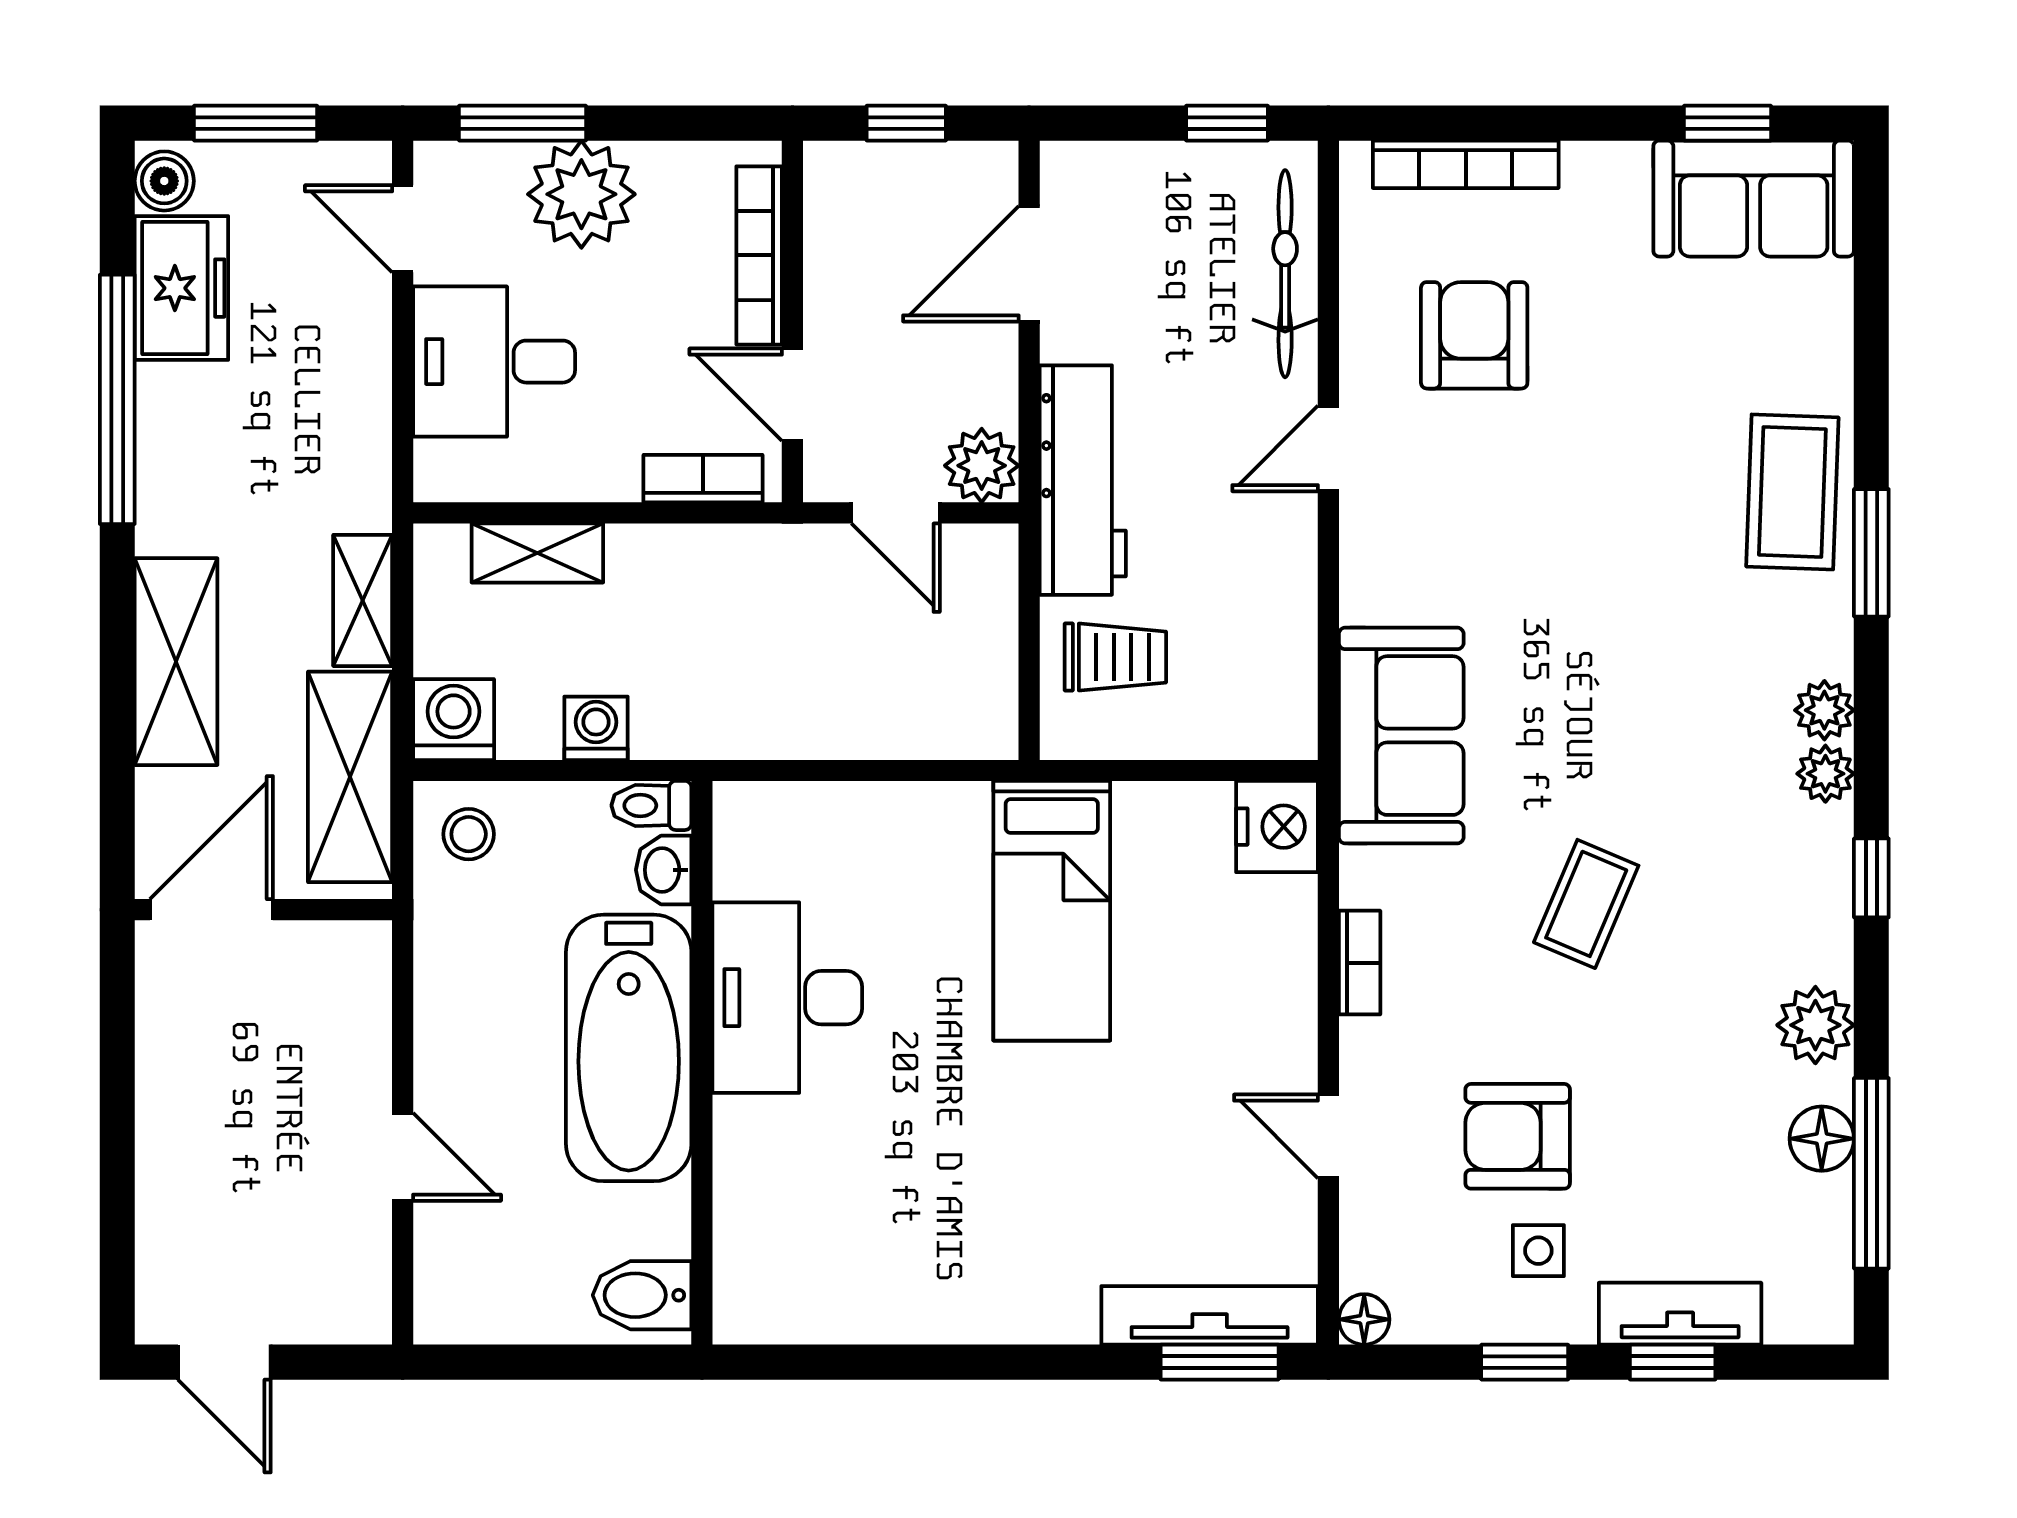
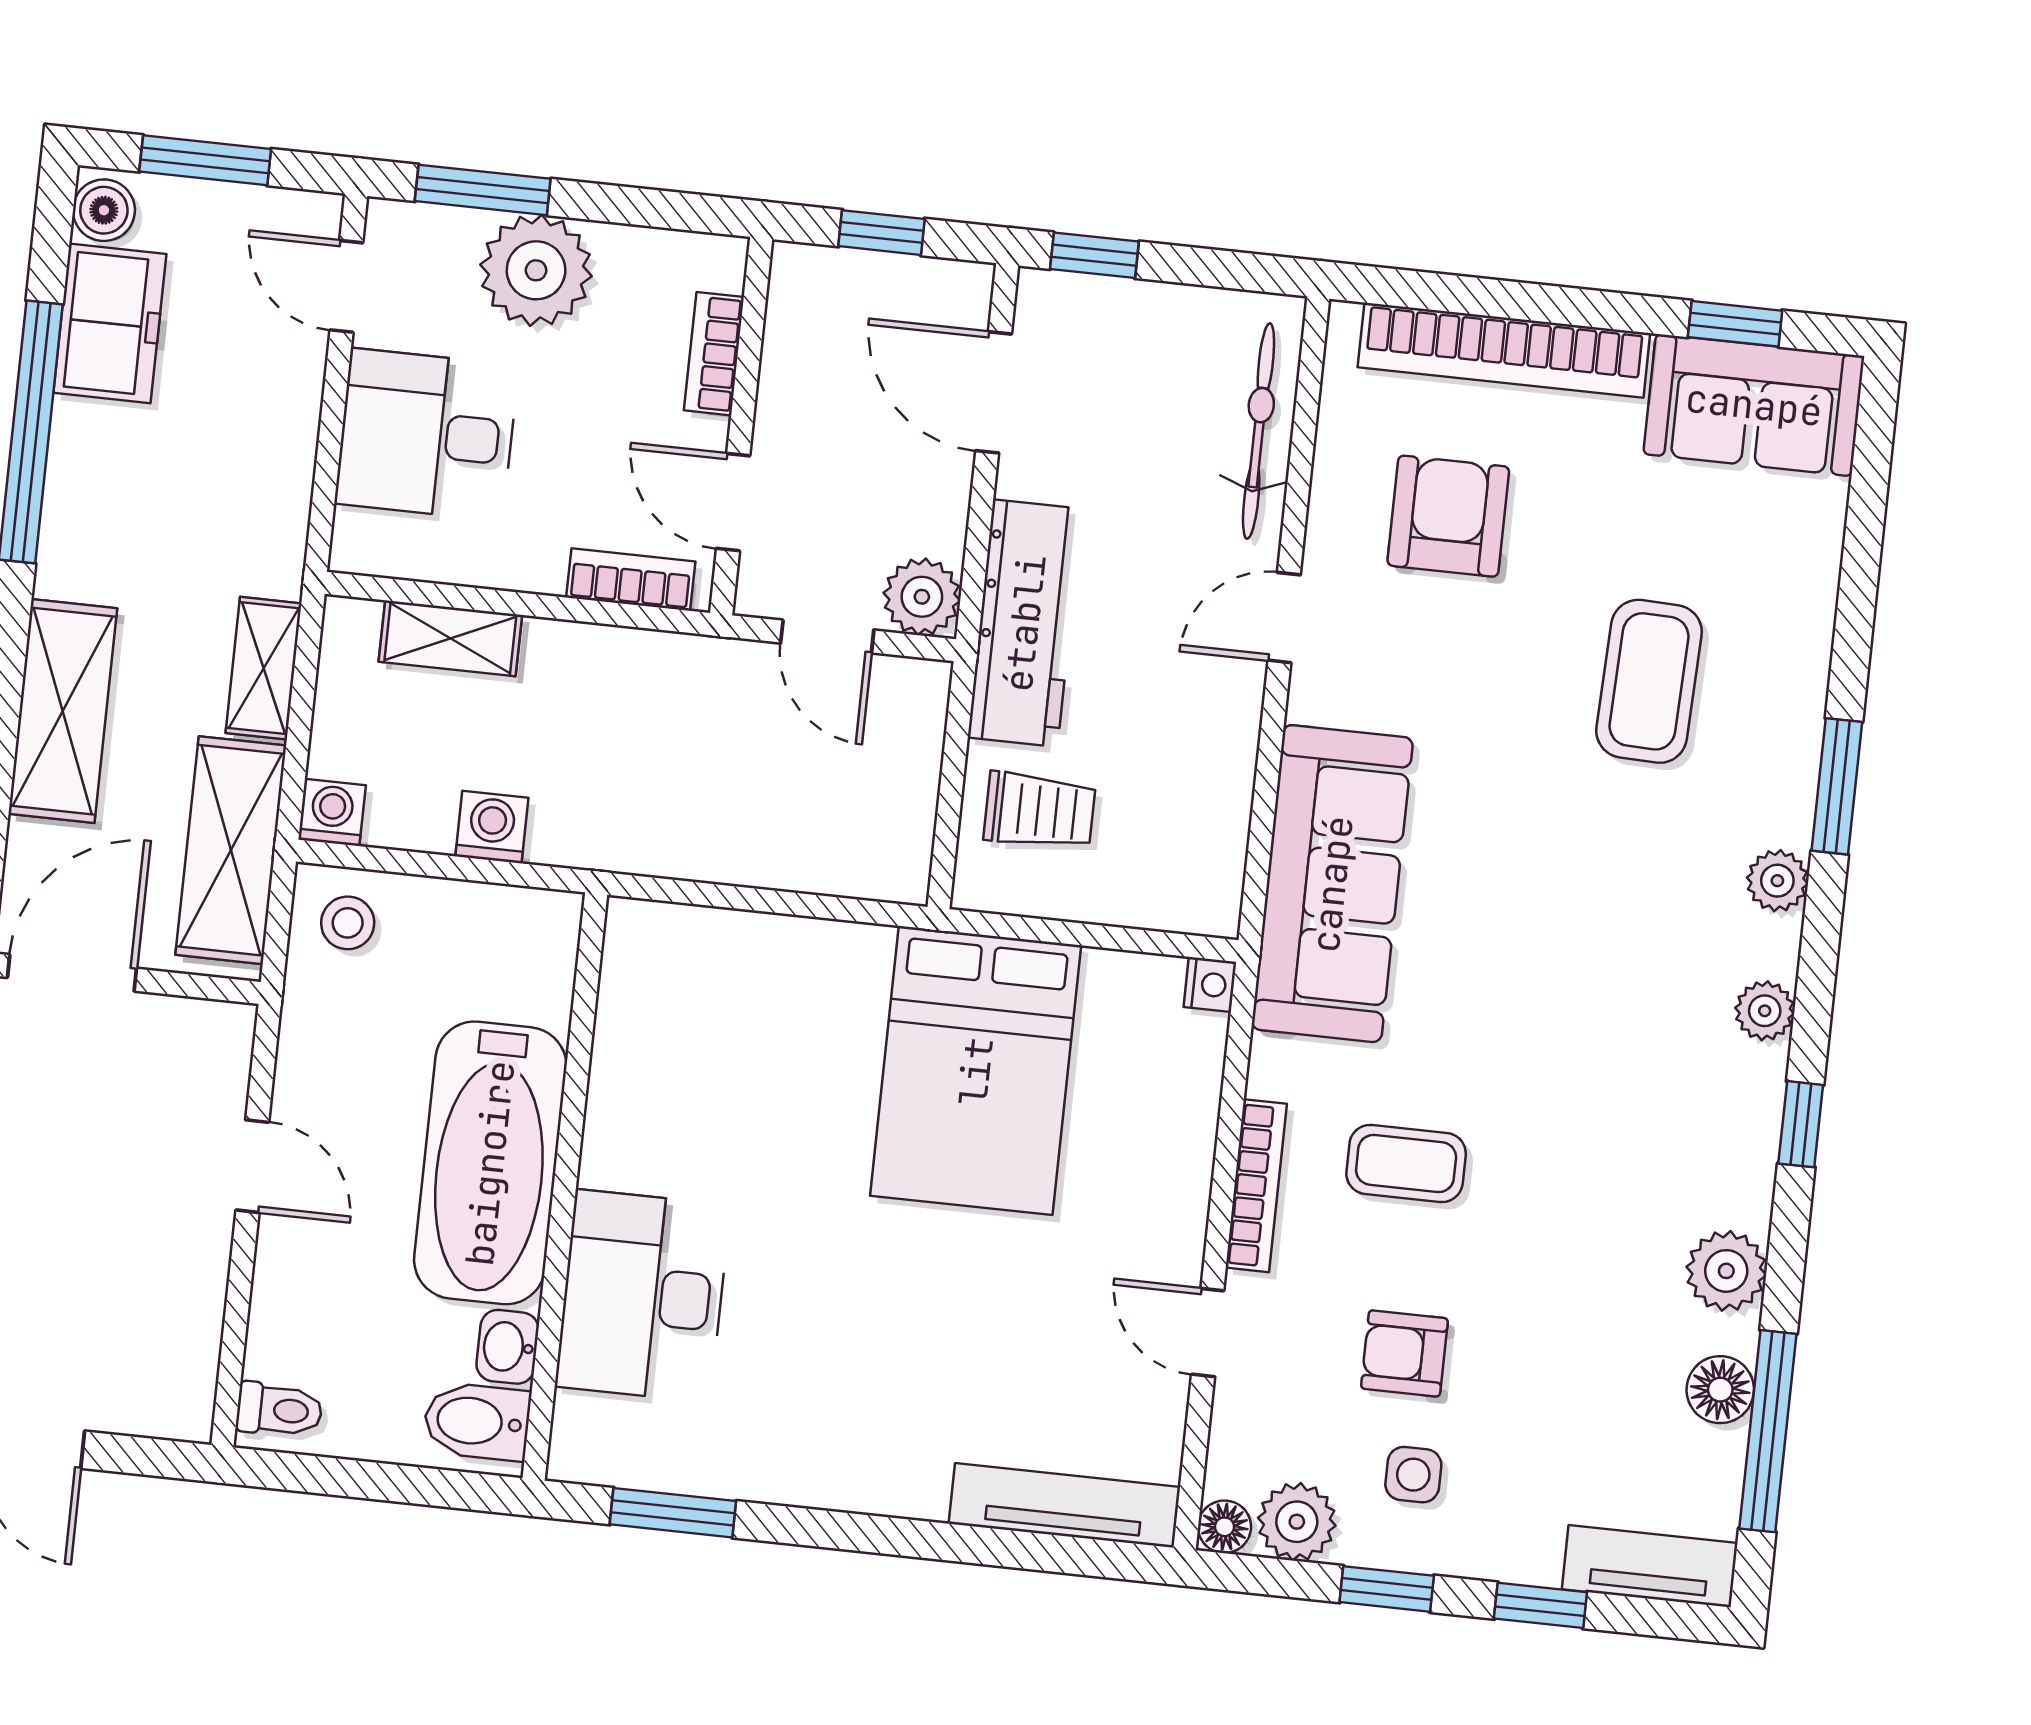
window: (1227, 123) -> (1094, 255), moved
bookcase: (1466, 164) -> (1504, 350), width x1.48, depth x1.31
bookcase: (759, 255) -> (714, 354), width x0.64
door: (1029, 264) -> (994, 392), hinge flipped
coffee table: (1792, 492) -> (1649, 681), moved
plant: (1824, 710) -> (1777, 881), moved
washing machine: (454, 720) -> (332, 812), width x0.73, depth x0.73
sofa: (1401, 736) -> (1332, 884), width x1.36
toilet: (651, 805) -> (279, 1410), moved, turned 180
nightstand: (1277, 827) -> (1210, 984), width x0.53, depth x0.56
washbasin: (664, 870) -> (507, 1347), moved
coffee table: (1586, 904) -> (1406, 1163), moved, turned 67
bed: (1052, 911) -> (976, 1071), width x1.50
bookcase: (1360, 963) -> (1256, 1186), width x1.56
desk: (787, 998) -> (643, 1296), moved
armchair: (1518, 1136) -> (1404, 1353), width x0.72, depth x0.72
door: (403, 1157) -> (252, 1166), moved
plant: (1432, 1307) -> (1297, 1522), added
tv unit: (1680, 1314) -> (1650, 1566), moved
window: (1220, 1362) -> (673, 1513), moved

